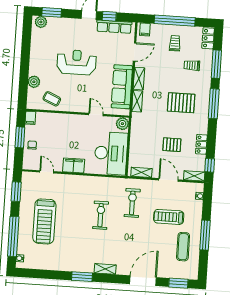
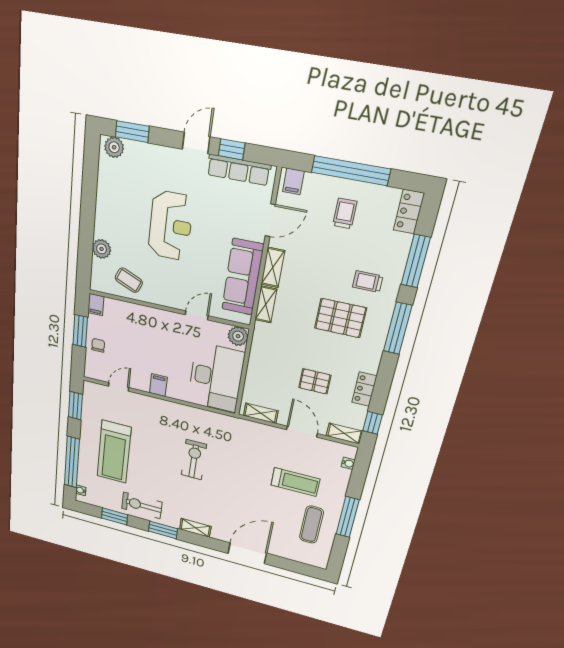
reception desk: (77, 62) -> (170, 226), turned 90
trolley: (192, 65) -> (368, 282), moved
door: (96, 115) -> (197, 315), hinge flipped
filing cabinet: (74, 166) -> (158, 385), width x0.50
door: (47, 172) -> (119, 387), hinge flipped
exercise bike: (132, 203) -> (142, 505), moved, turned -90
treadmill: (169, 217) -> (295, 482), turned 180
window: (178, 283) -> (114, 516), moved

